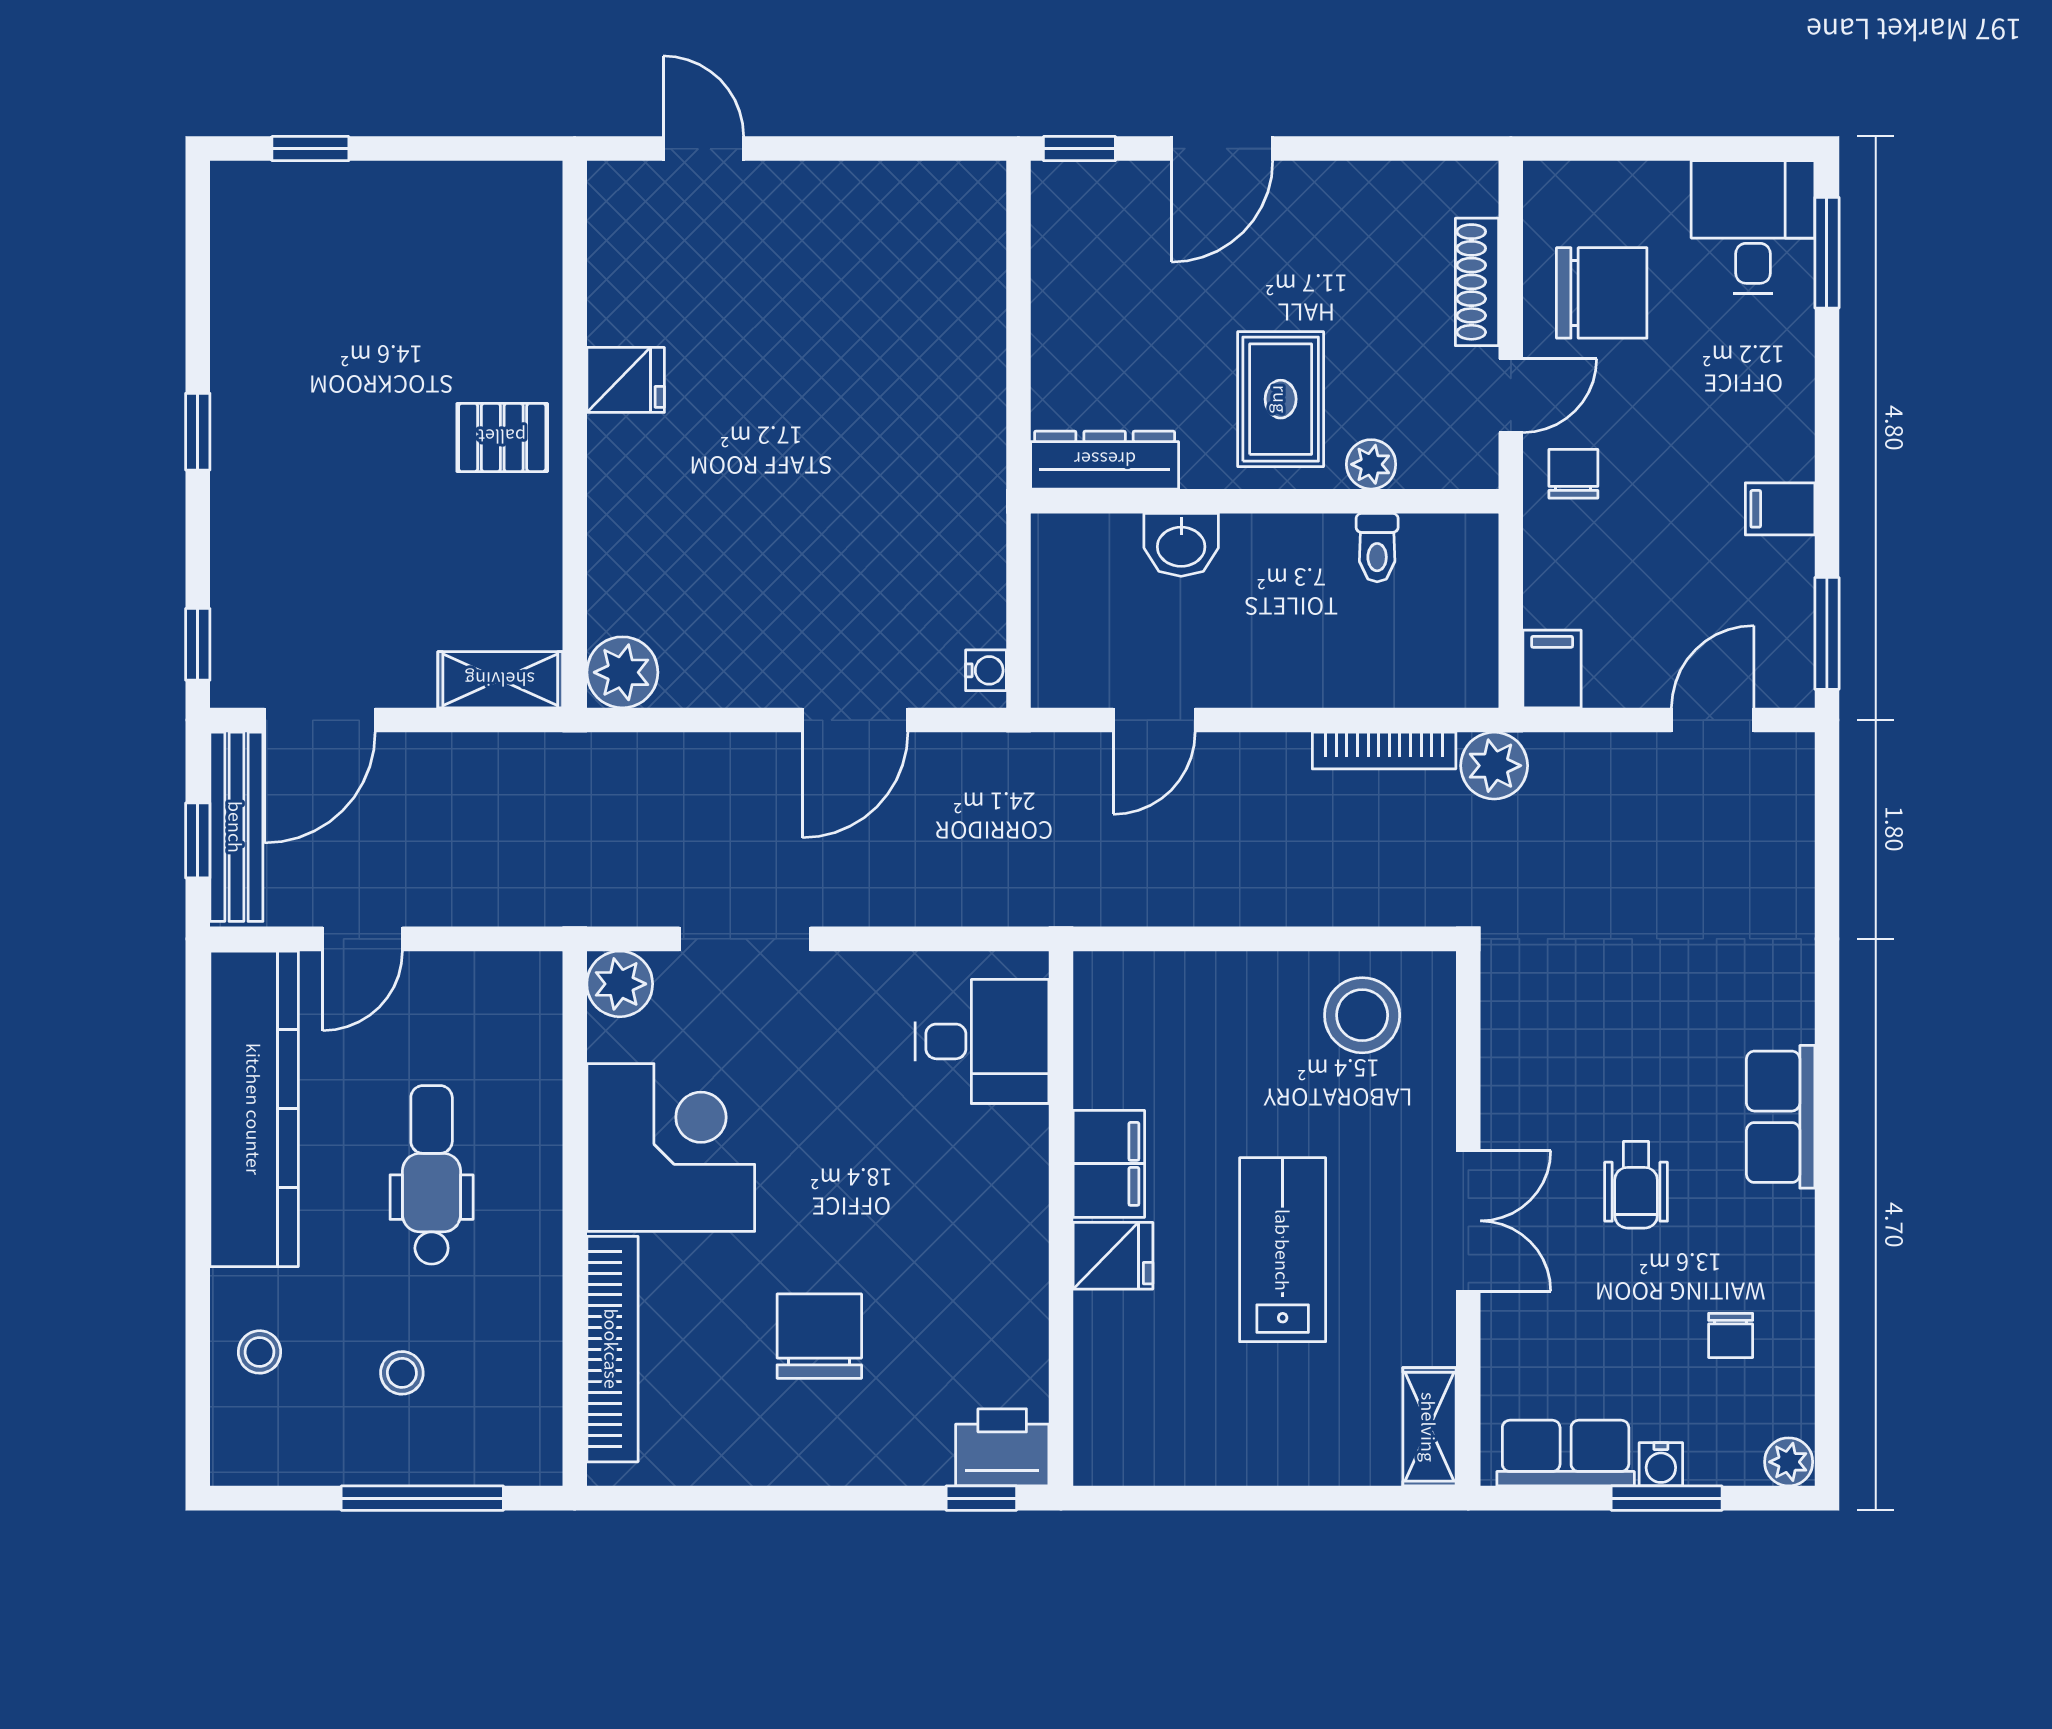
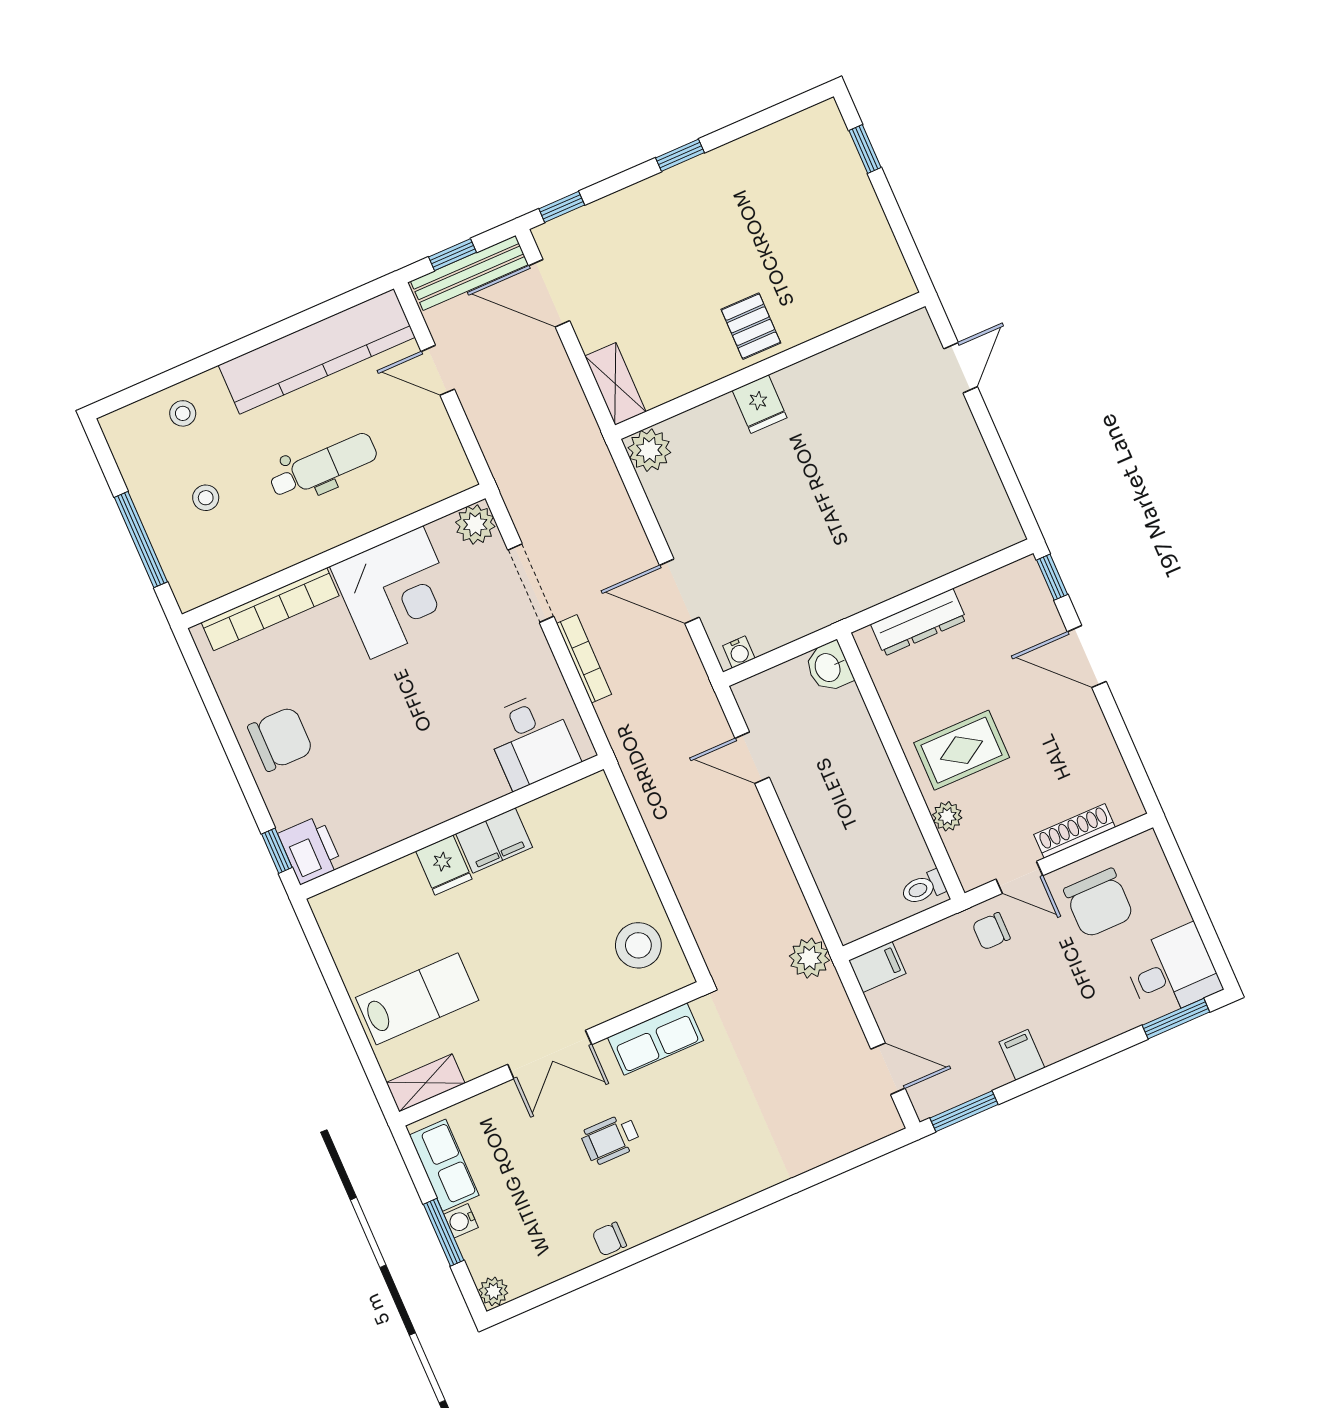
fridge: (626, 380) -> (760, 404), moved
dresser: (1105, 460) -> (919, 622), moved, turned 90
chair: (1573, 474) -> (991, 931), turned 180
washbasin: (1181, 545) -> (829, 667), moved
toilet: (1377, 548) -> (923, 888), moved
bookcase: (1384, 751) -> (584, 659), moved, turned 180
row of seats: (1781, 1117) -> (655, 1039), moved, turned 180
lab bench: (1283, 1250) -> (417, 999), moved
chair: (1731, 1335) -> (609, 1239), moved
chair: (819, 1336) -> (280, 739), moved

